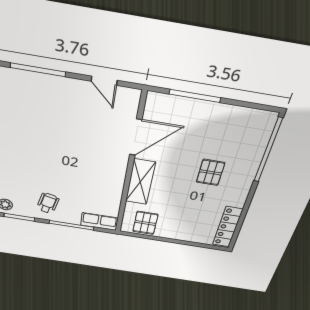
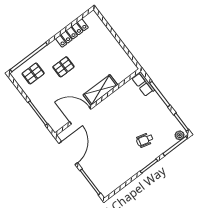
door: (104, 81) -> (68, 153), width x1.88
wheelchair: (48, 203) -> (145, 140), moved
pallet: (145, 223) -> (33, 73), moved
locker: (228, 227) -> (72, 33), moved

